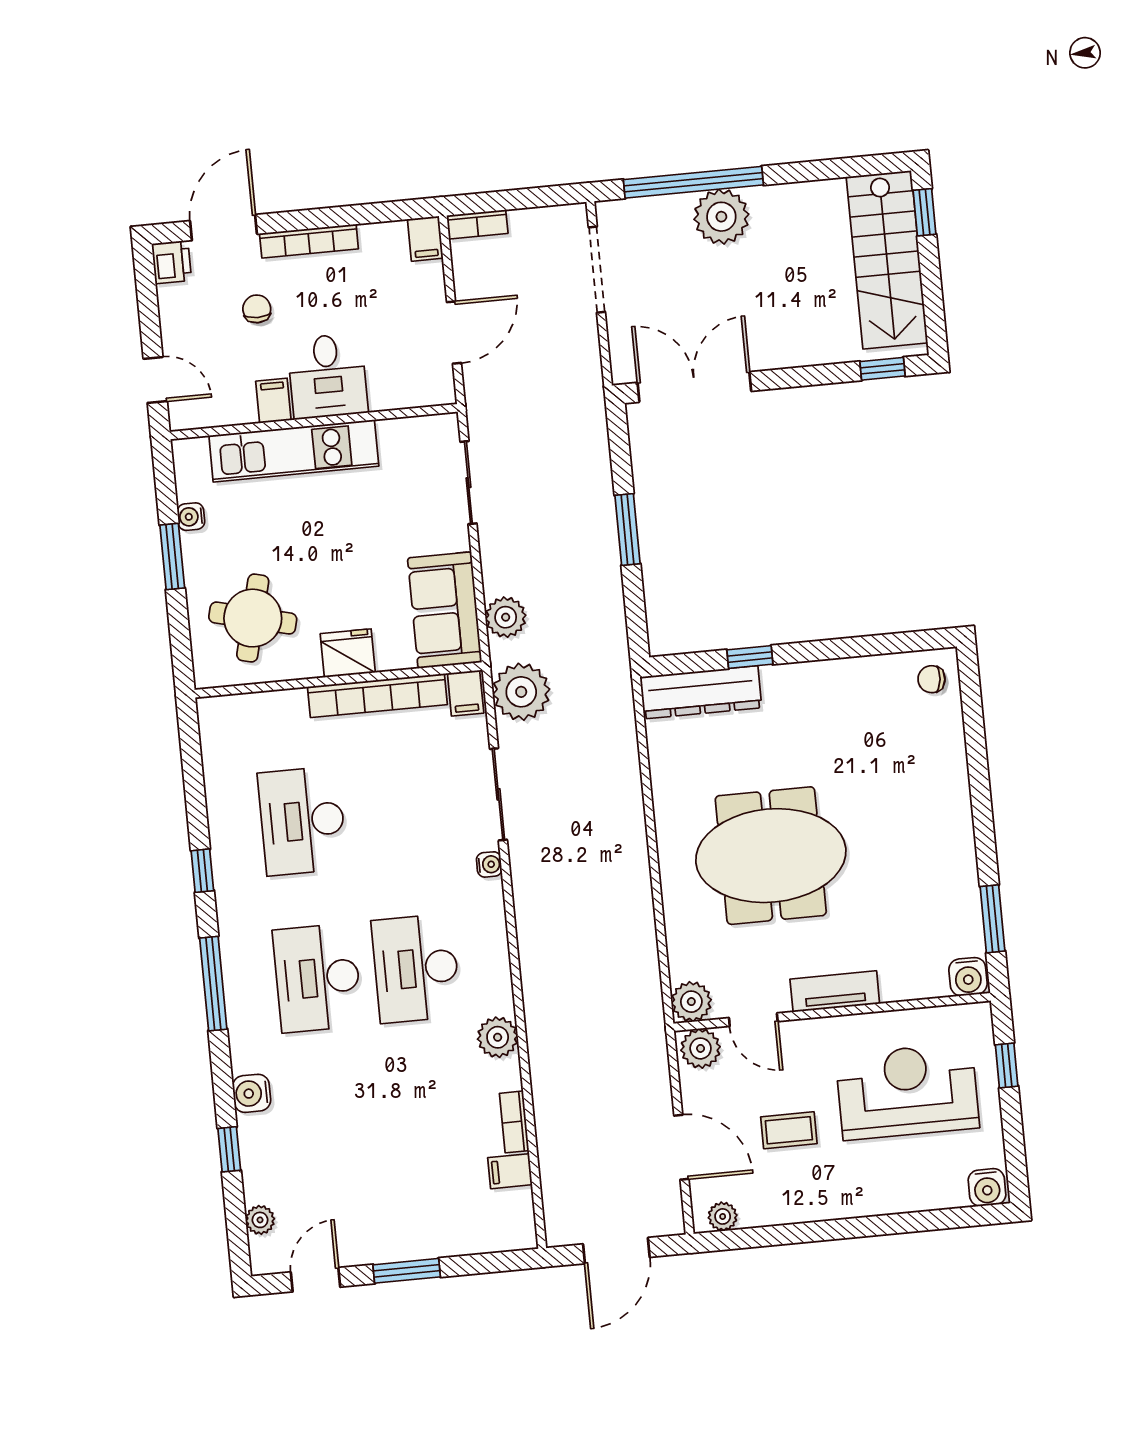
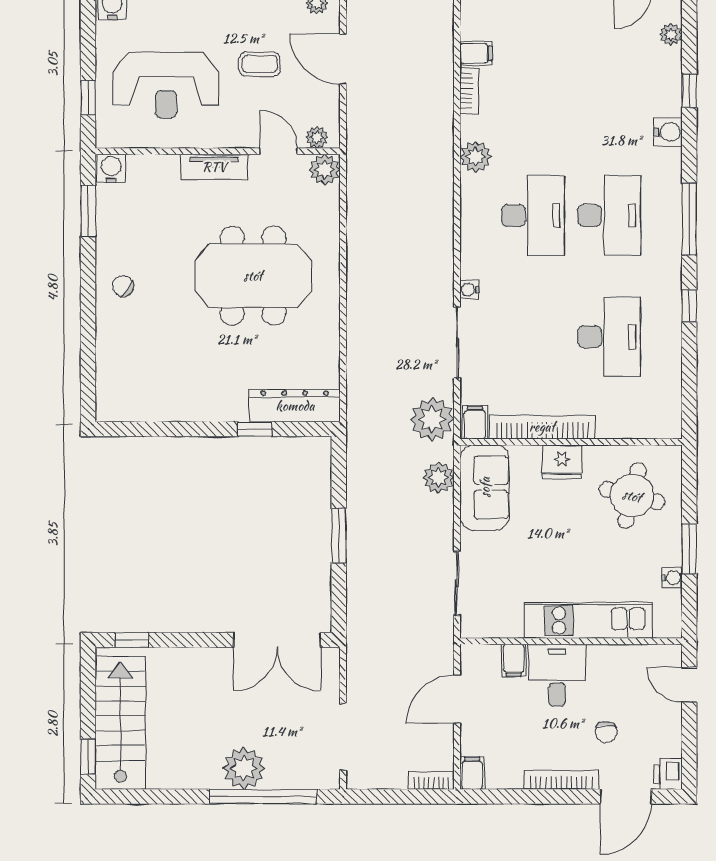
filing cabinet: (273, 401) -> (514, 660), moved
chair: (931, 679) -> (123, 286), moved, turned -151
plant: (701, 1048) -> (317, 137), width x0.73, depth x0.73

